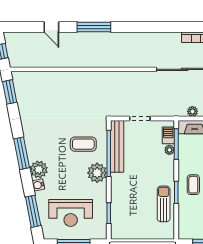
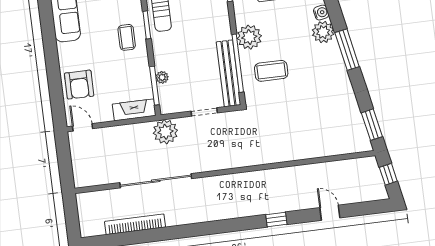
window: (94, 27) -> (276, 220), width x0.46
plant: (192, 111) -> (165, 132), moved, width x1.88, depth x1.88
barbecue: (168, 135) -> (166, 95), removed

